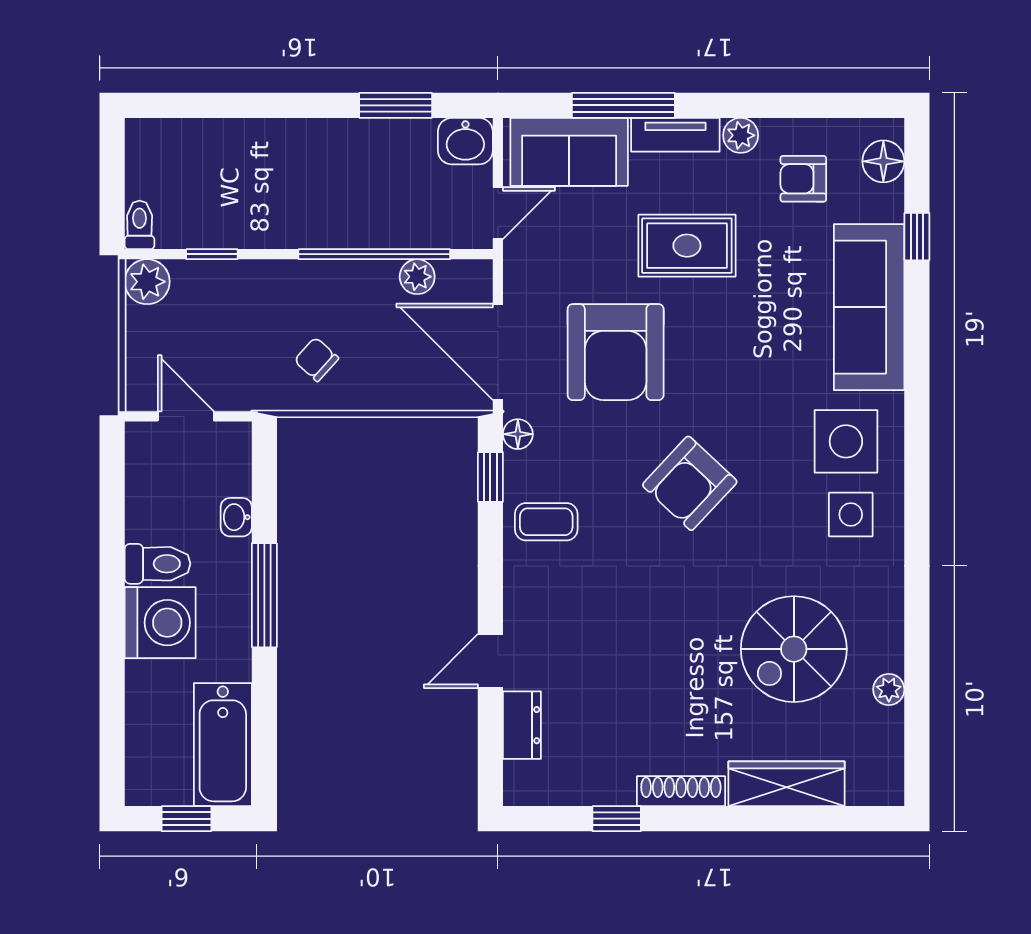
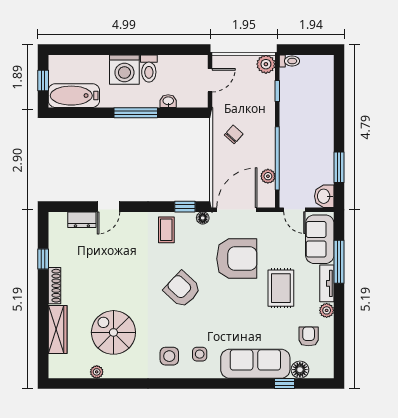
floor lamp: (883, 161) -> (300, 370), moved
armchair: (616, 352) -> (237, 259), turned 180
side table: (846, 441) -> (200, 354), width x0.54, depth x0.54
door: (490, 661) -> (109, 207), swing flipped

